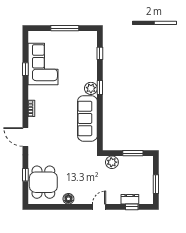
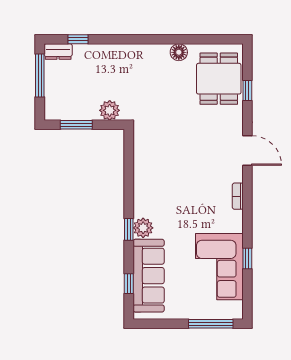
window: (65, 28) -> (211, 324), moved
sofa: (87, 118) -> (149, 276), moved
window: (156, 184) -> (40, 76), width x1.44
dresser: (130, 199) -> (58, 52), moved
door: (99, 207) -> (130, 39), removed

